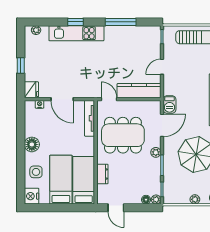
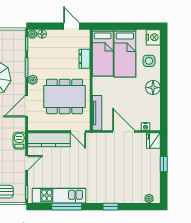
kitchen unit: (76, 33) -> (59, 196), moved
barbecue: (169, 104) -> (19, 141), moved

